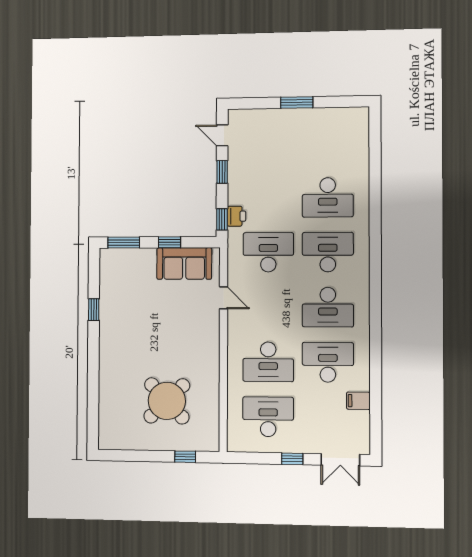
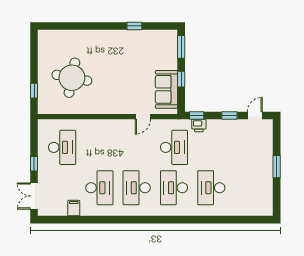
desk: (328, 252) -> (174, 188), turned 180
desk: (268, 362) -> (99, 147), removed
round table: (167, 401) -> (72, 78), turned -35

